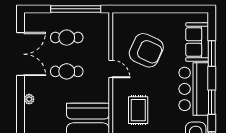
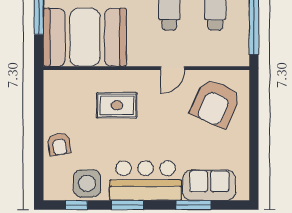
armchair: (146, 50) -> (215, 103), moved

